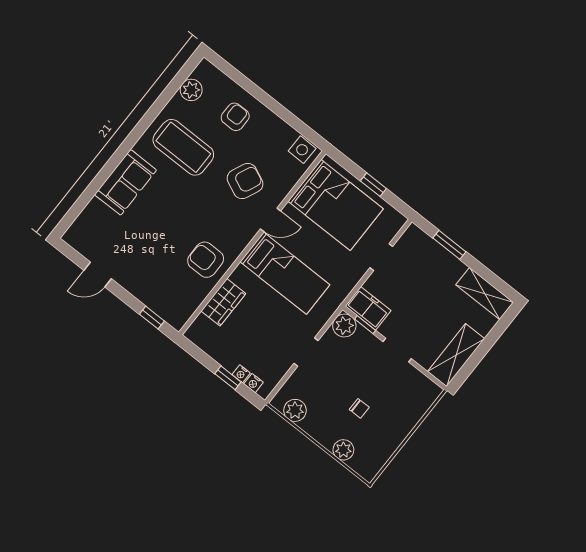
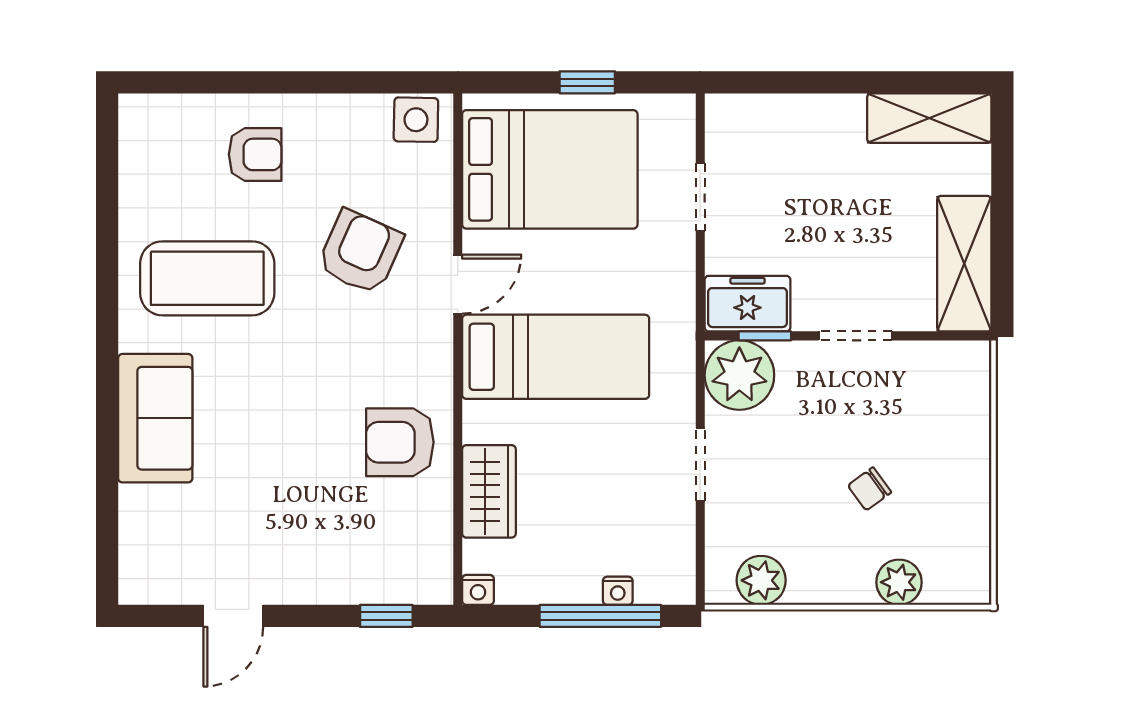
plant: (191, 90) -> (142, 168), removed
armchair: (235, 117) -> (255, 154), turned 90
window: (449, 245) -> (801, 82), removed
plant: (344, 326) -> (739, 375), width x1.36, depth x1.36
window: (228, 378) -> (600, 616), width x2.17
nightstand: (254, 383) -> (478, 590), moved
chair: (359, 408) -> (870, 489), turned 144

